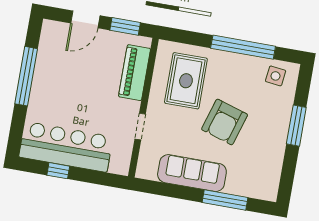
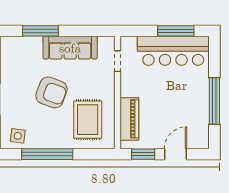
armchair: (225, 122) -> (52, 92), turned 93
doorway: (140, 126) -> (117, 61), moved
window: (58, 171) -> (176, 31), width x2.17

